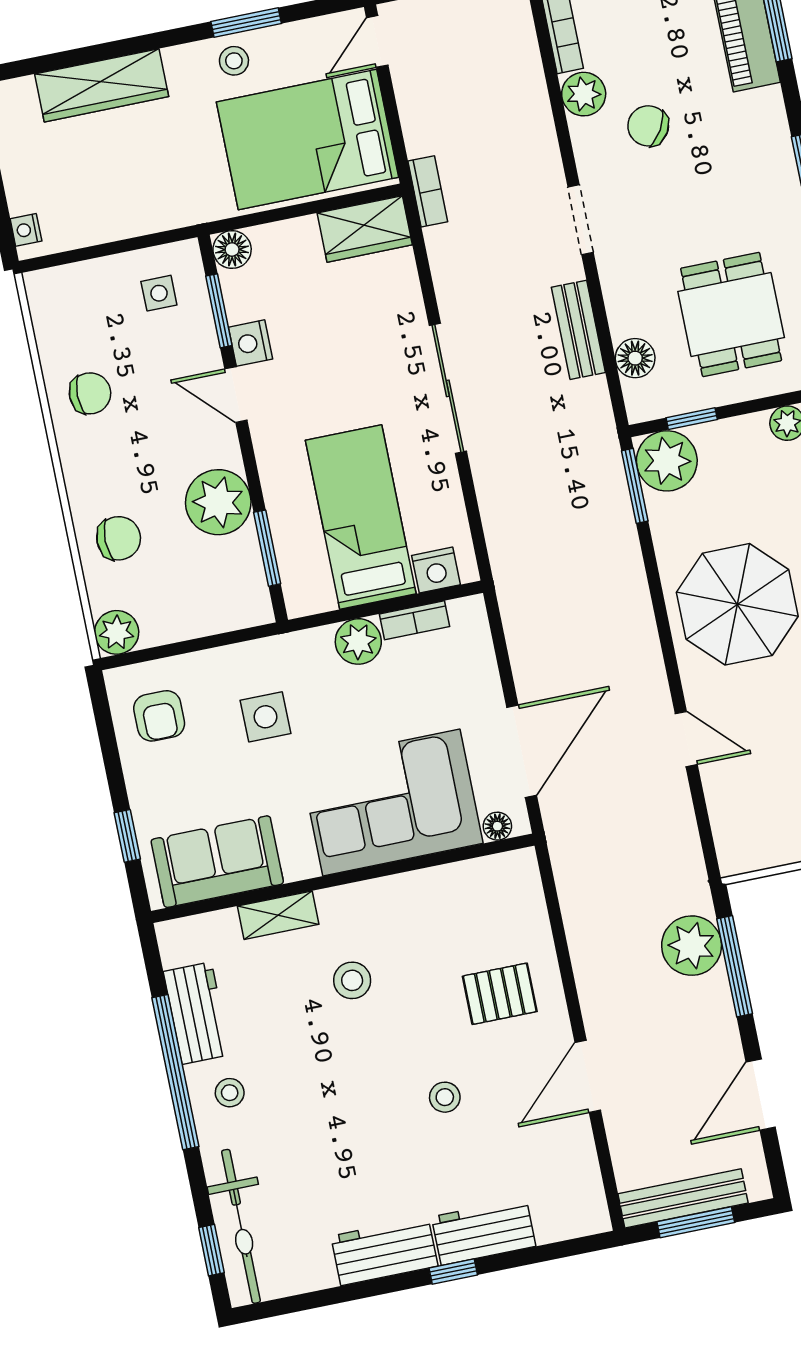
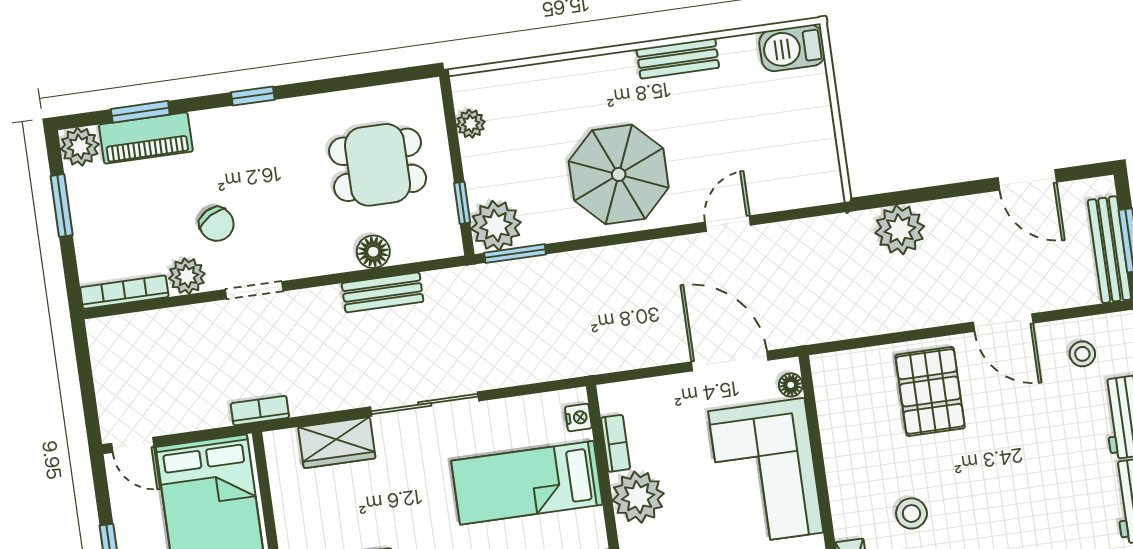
chair: (648, 126) -> (217, 224), turned -61
doorway: (581, 220) -> (254, 290), moved
wardrobe: (365, 229) -> (337, 443), moved, turned 90
floor lamp: (635, 358) -> (373, 252), moved
nightstand: (436, 570) -> (578, 417), width x0.72, depth x0.74
plant: (358, 641) -> (638, 497), width x1.36, depth x1.36
window: (735, 966) -> (919, 195), removed
pallet: (500, 994) -> (930, 392), width x1.50, depth x1.42
stool: (445, 1097) -> (1082, 354), moved

